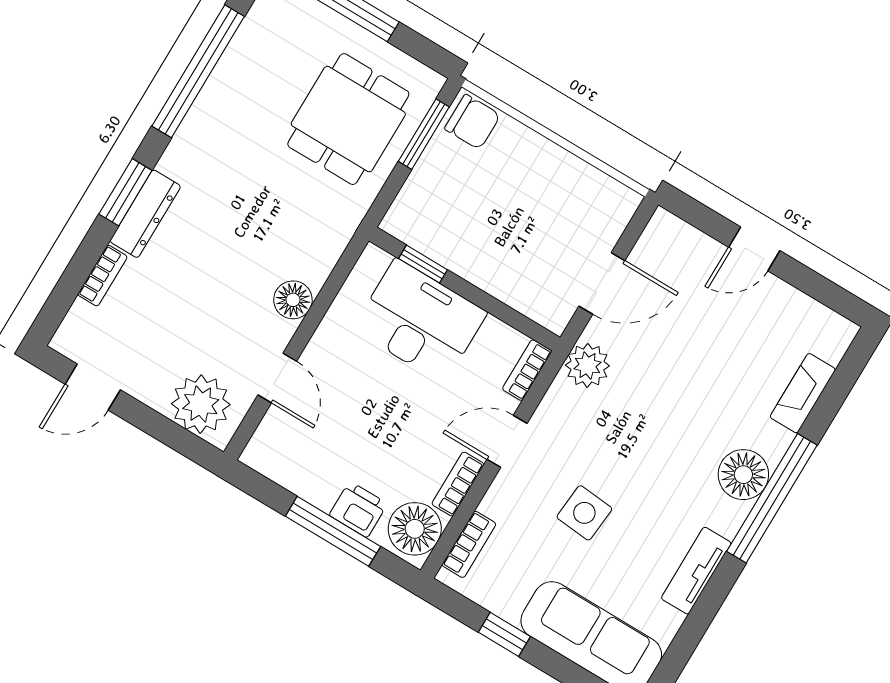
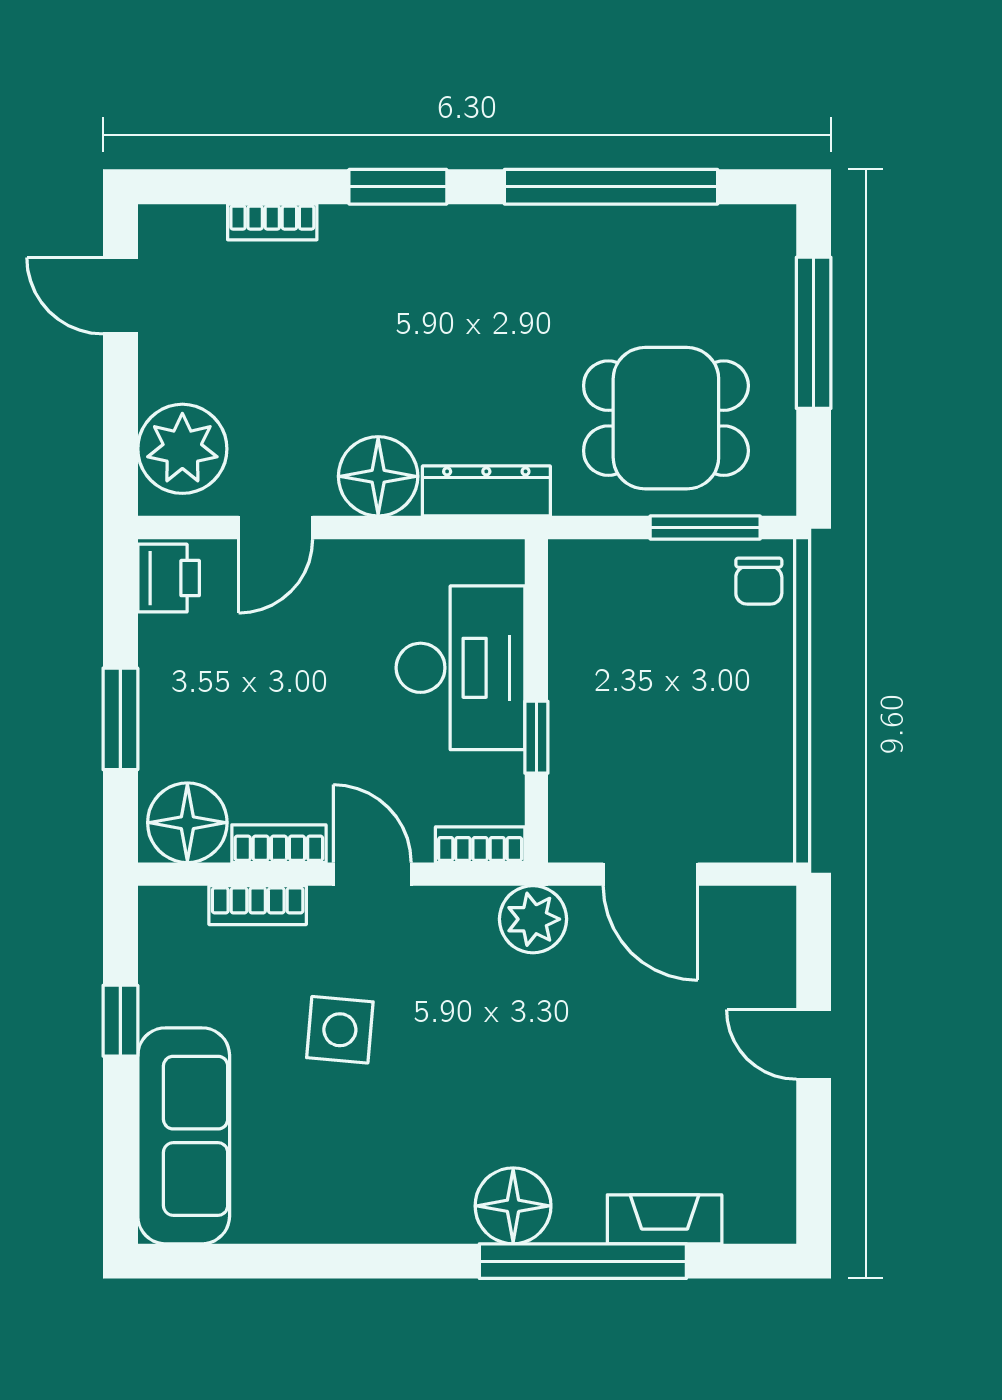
chair: (473, 122) -> (759, 581), width x0.73, depth x0.73
dresser: (145, 214) -> (486, 491), moved, turned 180
window: (423, 264) -> (536, 737), moved
floor lamp: (293, 300) -> (378, 476), width x1.38, depth x1.38
window: (772, 498) -> (583, 1261), moved
printer: (358, 509) -> (169, 578), moved
window: (333, 531) -> (120, 719), width x0.69
bookcase: (469, 544) -> (258, 905), moved
tv unit: (696, 571) -> (352, 1219), removed

